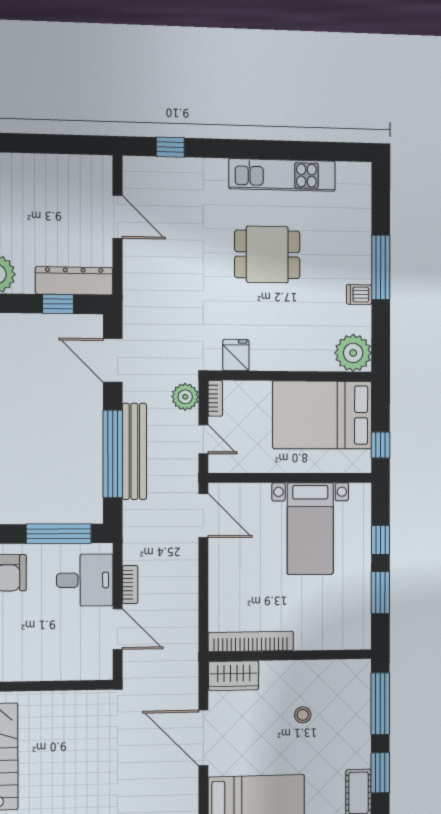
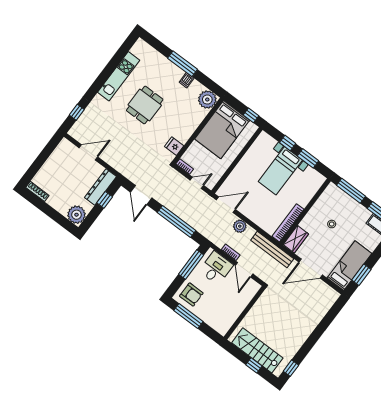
door: (113, 360) -> (141, 195), hinge flipped
plant: (185, 397) -> (240, 226), moved
bench: (134, 451) -> (272, 250), moved
bed with nightstands: (310, 529) -> (280, 171), moved, turned 90
door: (118, 629) -> (244, 270), swing flipped

